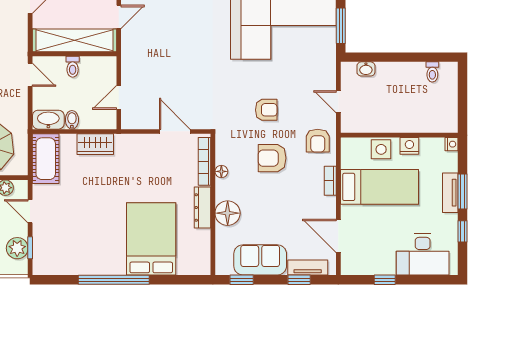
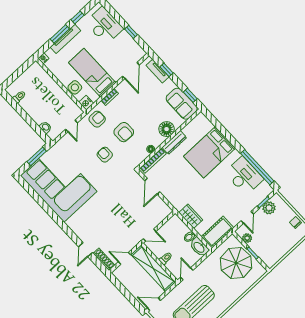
door: (119, 97) -> (150, 235), moved
nightstand: (409, 146) -> (86, 103), moved
tv unit: (450, 193) -> (65, 39), width x1.41
desk: (84, 254) -> (244, 176), added
sofa: (260, 260) -> (182, 104), moved
window: (114, 280) -> (257, 167), moved

